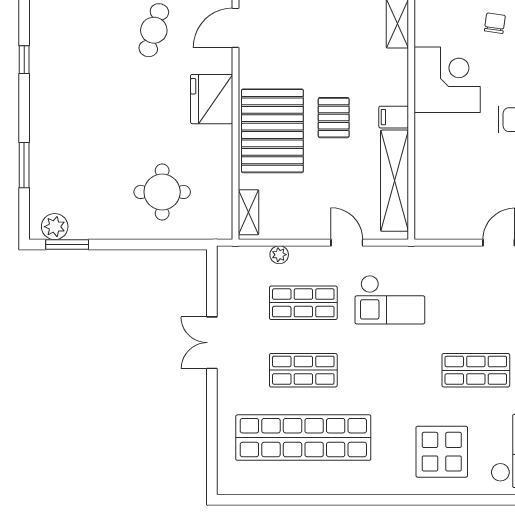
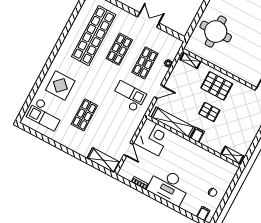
corner desk: (447, 80) -> (152, 137), moved, turned -90
fridge: (212, 99) -> (241, 69), removed
pallet: (272, 131) -> (217, 86), width x0.73, depth x0.71
round table: (162, 192) -> (216, 32), width x1.36, depth x1.36
checkout: (390, 300) -> (129, 96), turned 90

